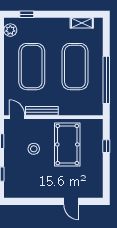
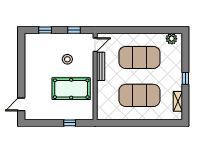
window: (27, 14) -> (185, 78), moved
window: (106, 80) -> (128, 123), removed
door: (71, 201) -> (21, 104), moved

